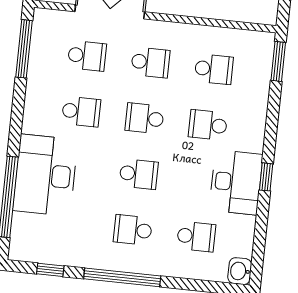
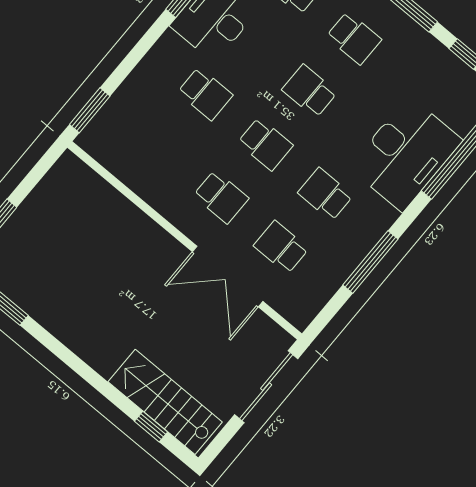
window: (24, 49) -> (370, 262), moved
school desk: (150, 62) -> (221, 197), turned 180
school desk: (214, 69) -> (161, 147), removed

